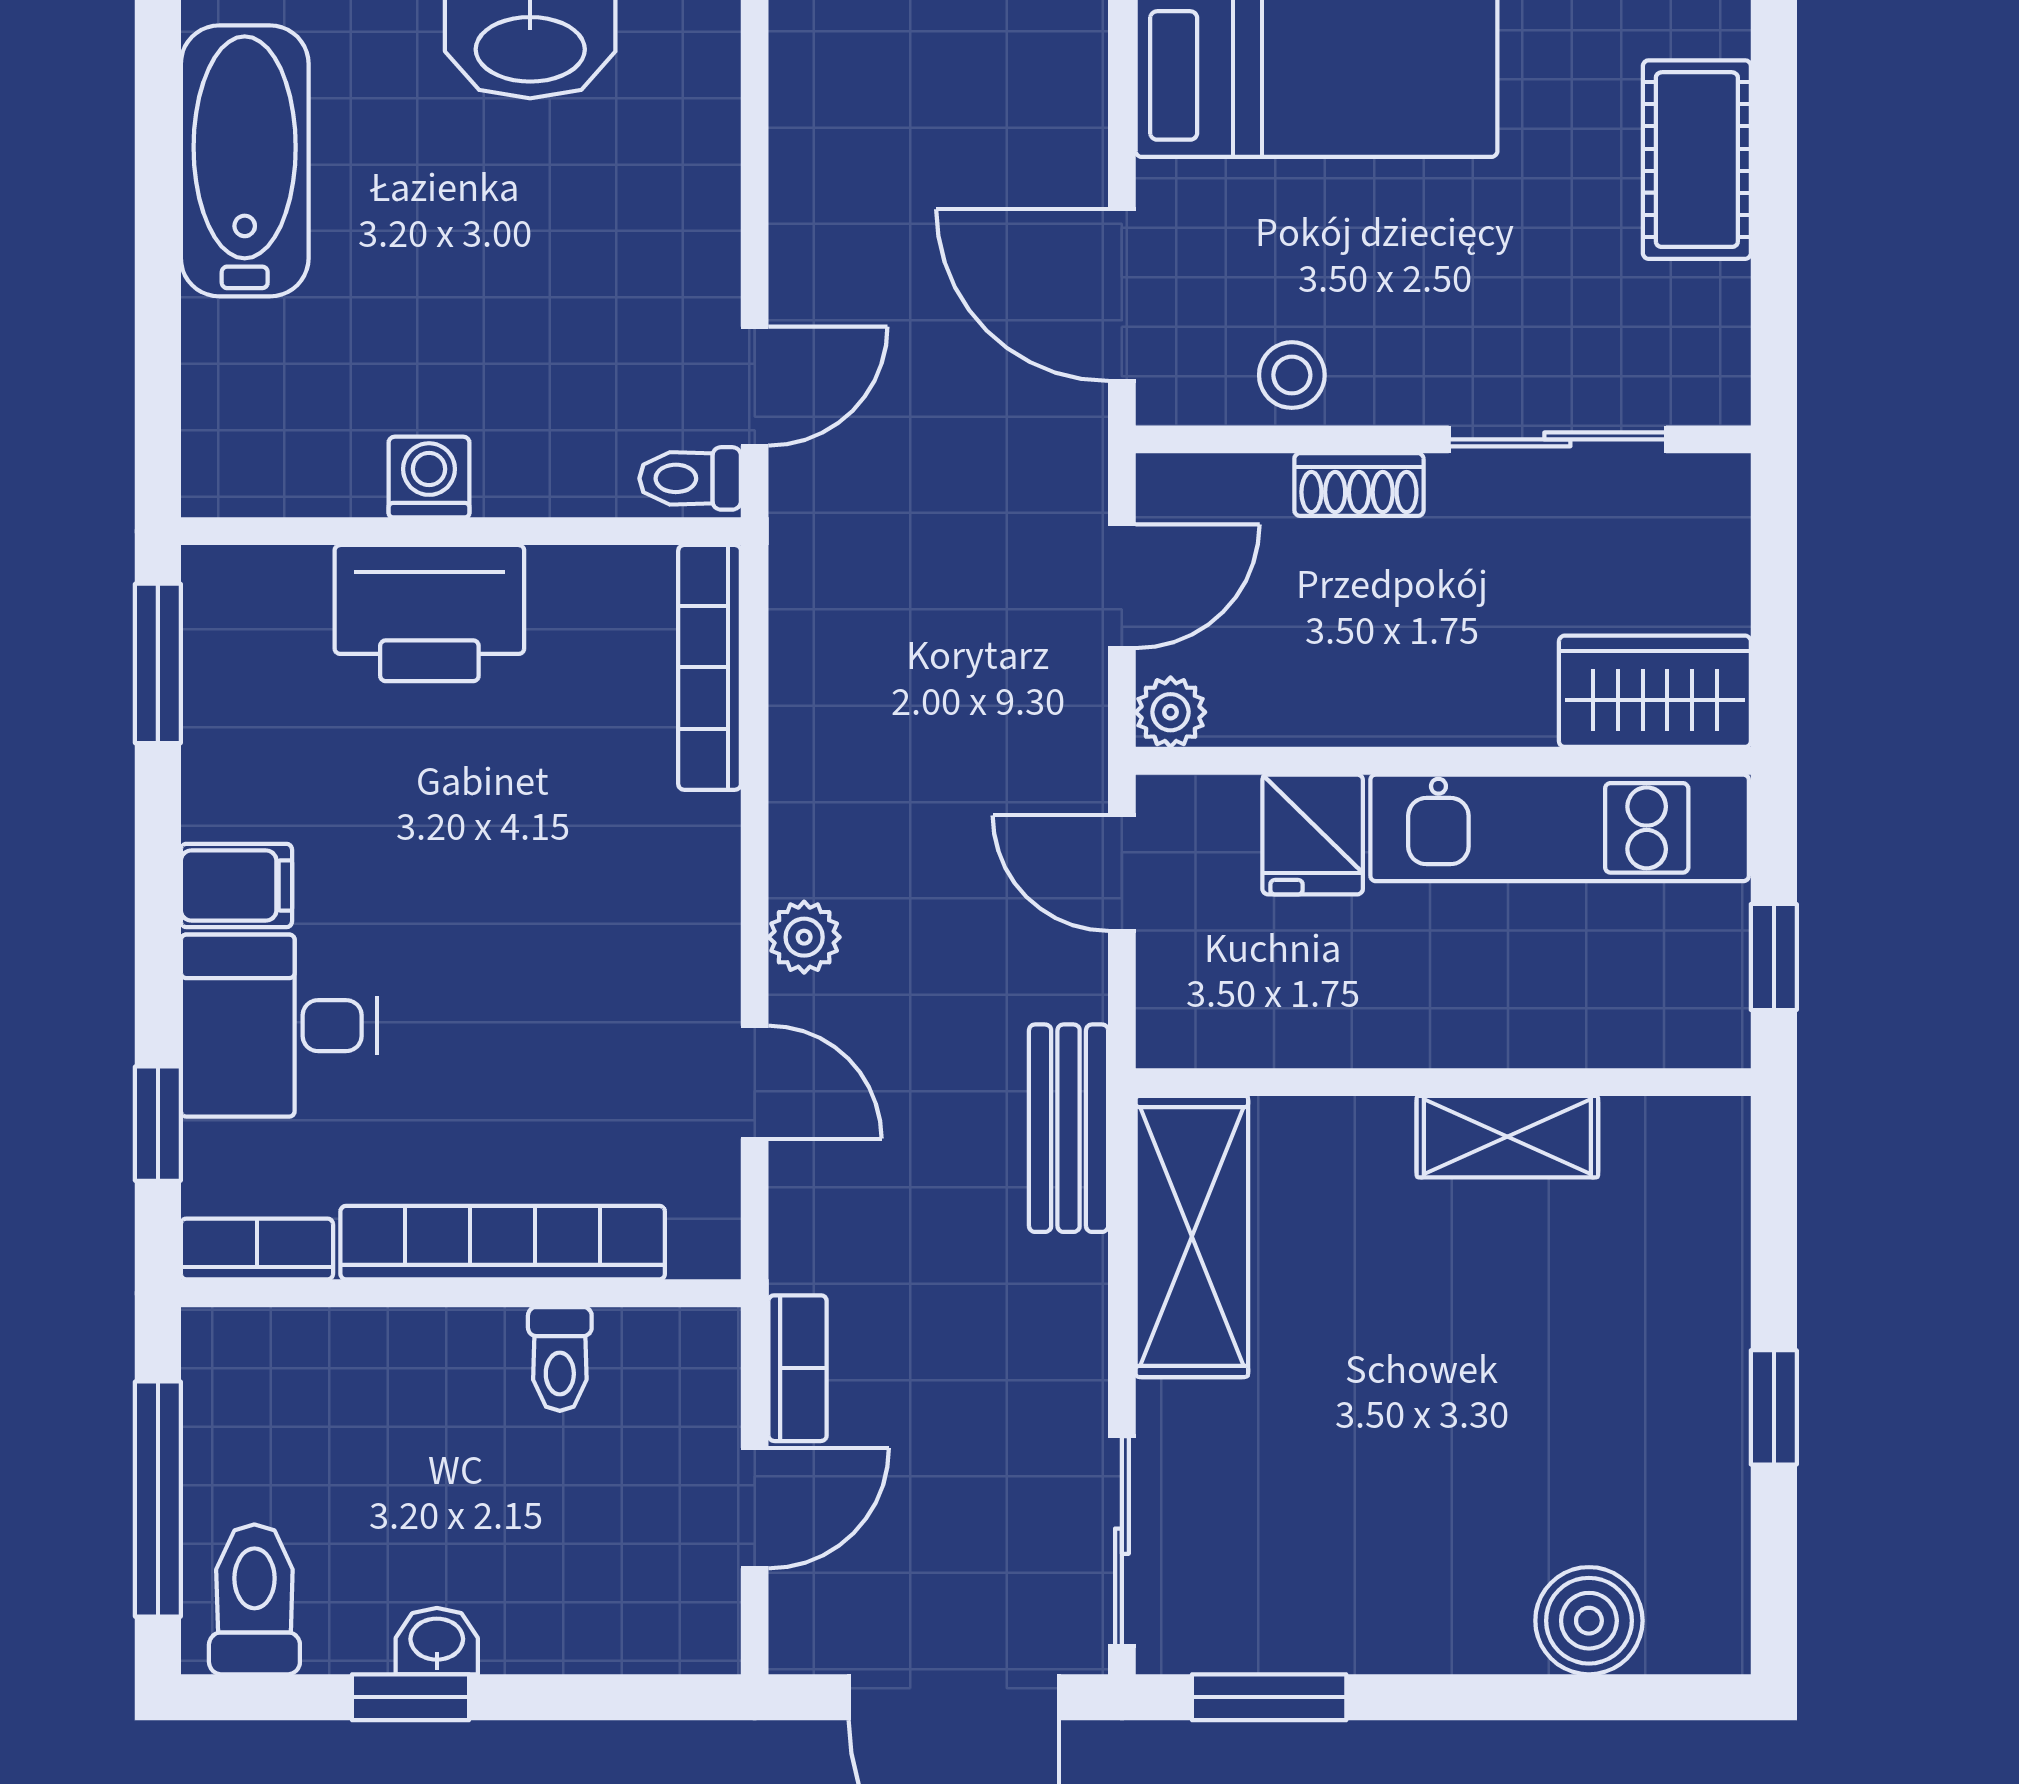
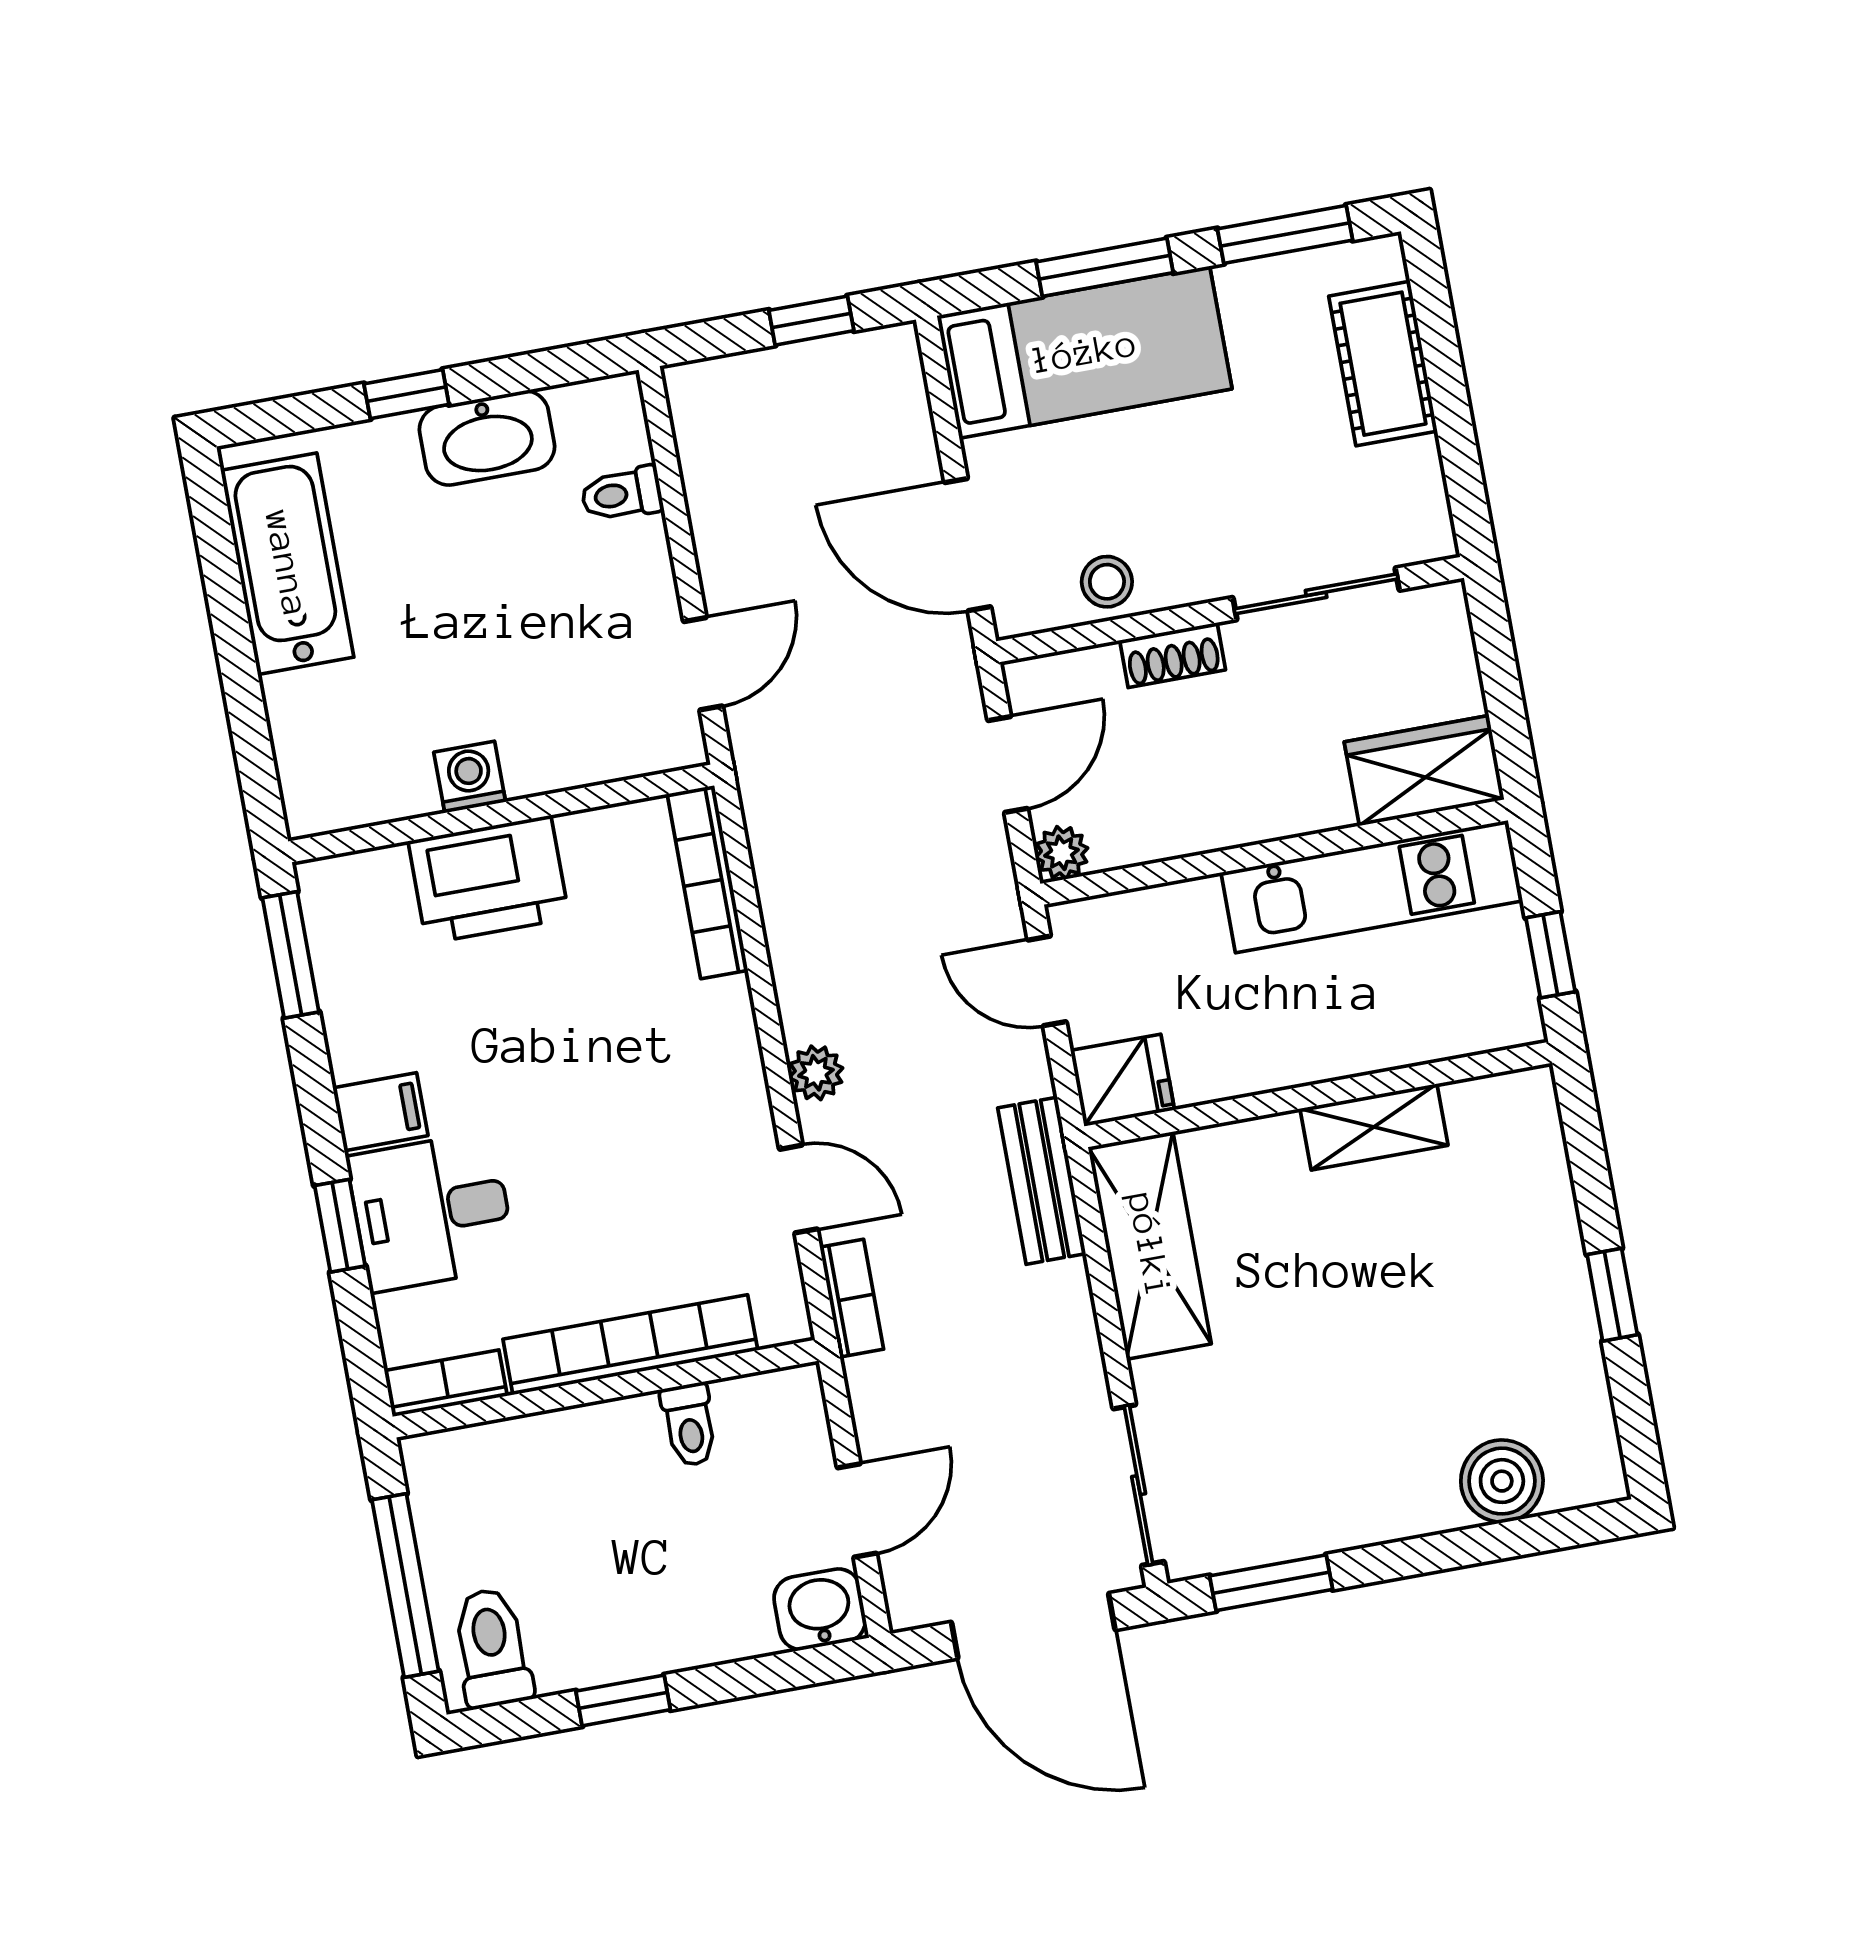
toilet: (690, 478) -> (622, 494), moved
fridge: (1313, 834) -> (1122, 1080), moved, turned -90
window: (158, 1124) -> (340, 1226), moved
bookcase: (798, 1368) -> (852, 1298), moved
washbasin: (437, 1641) -> (820, 1609), moved, width x1.38, depth x1.45

